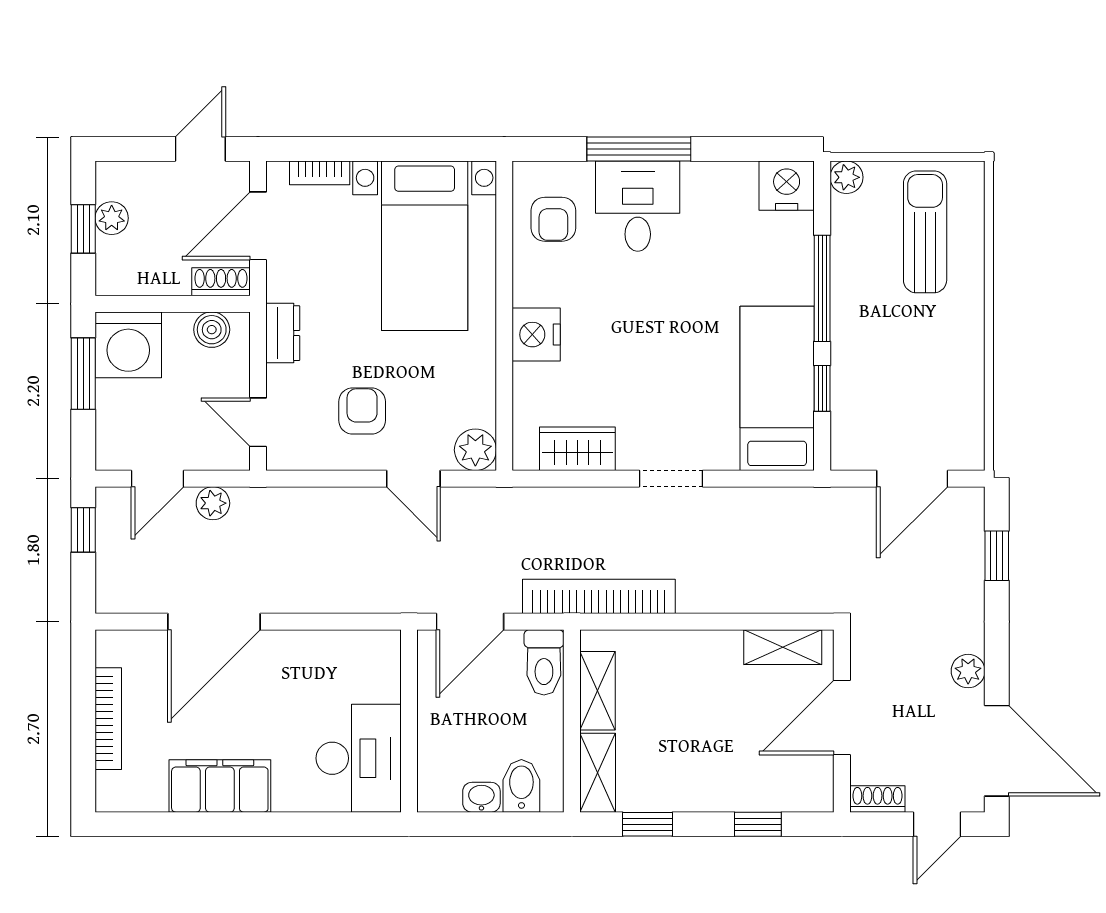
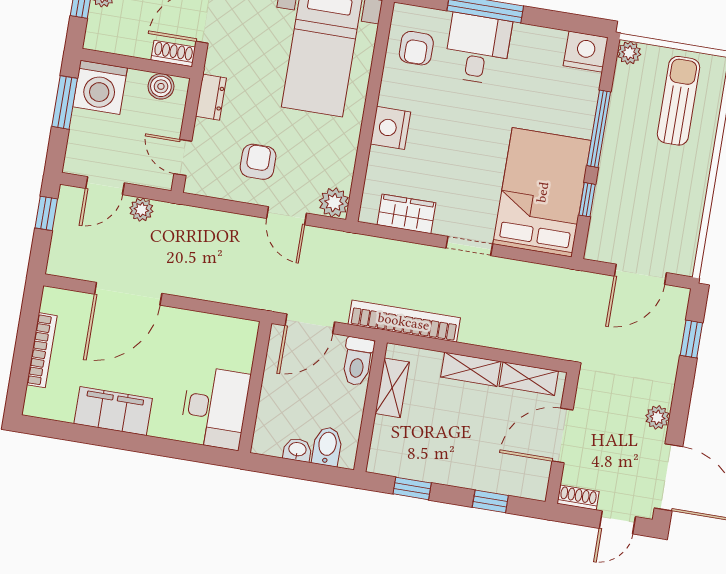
bed: (777, 388) -> (542, 192), width x1.50
shelving: (598, 773) -> (471, 369), moved, turned 90

